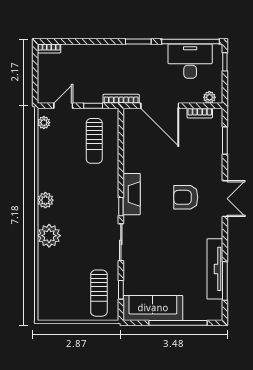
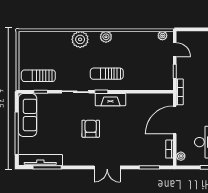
sun lounger: (94, 141) -> (107, 74), moved
armchair: (186, 197) -> (91, 129), moved
tv unit: (215, 269) -> (40, 160), moved

